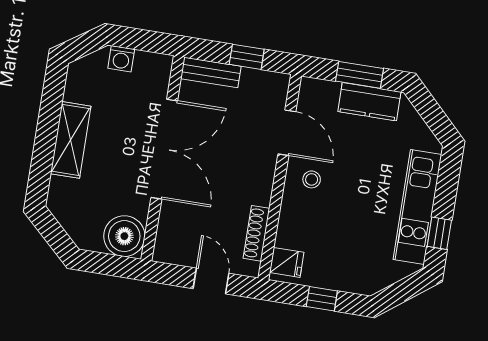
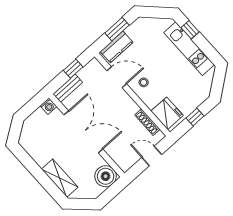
washing machine: (121, 59) -> (48, 106), moved
kitchen counter: (369, 102) -> (117, 47), moved
shelving: (71, 140) -> (60, 178), moved
window: (439, 233) -> (190, 30), moved
fridge: (287, 262) -> (167, 113), width x1.88, depth x1.34

